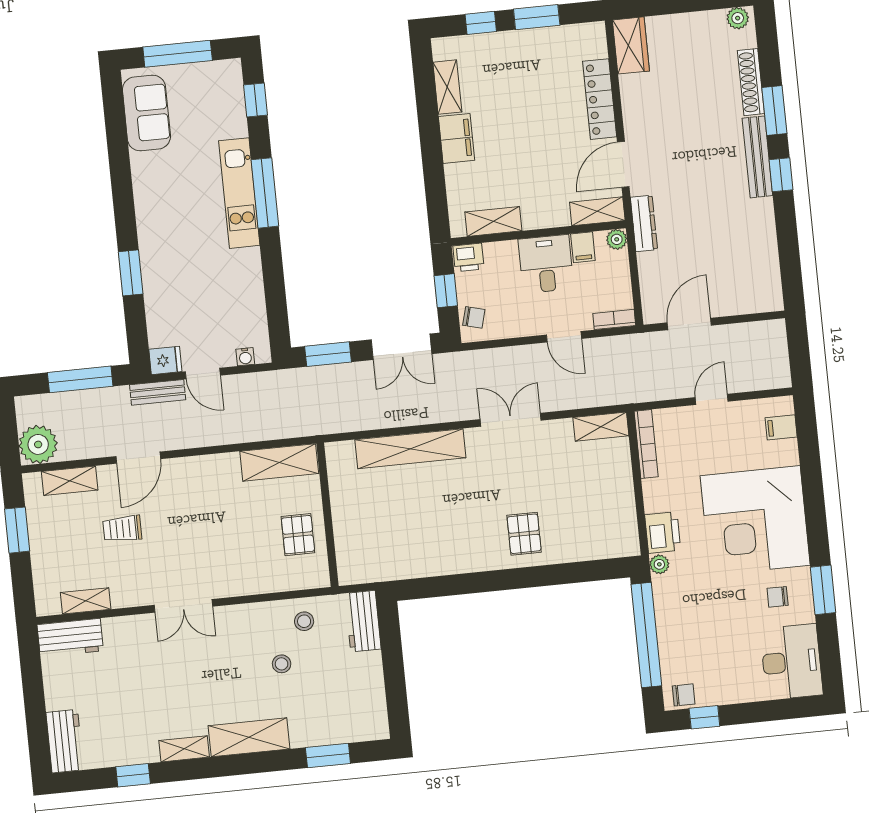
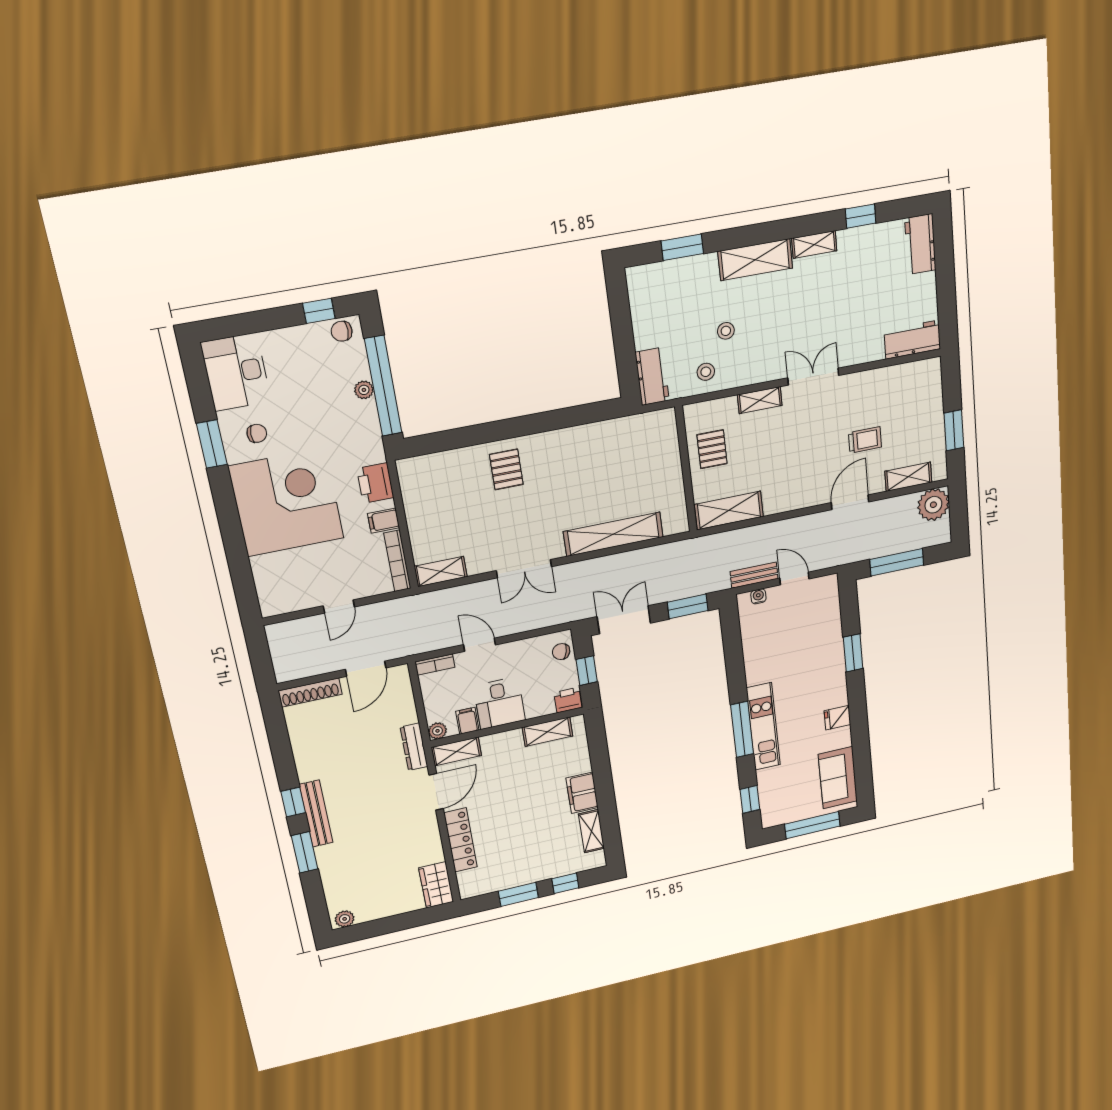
shoe rack: (751, 82) -> (310, 693), moved, turned 90
fridge: (165, 360) -> (837, 718), moved
bench: (158, 392) -> (754, 575), moved
filing cabinet: (781, 427) -> (384, 521), moved, turned 180
plant: (659, 564) -> (364, 390), moved
shelving: (86, 601) -> (760, 400), moved

